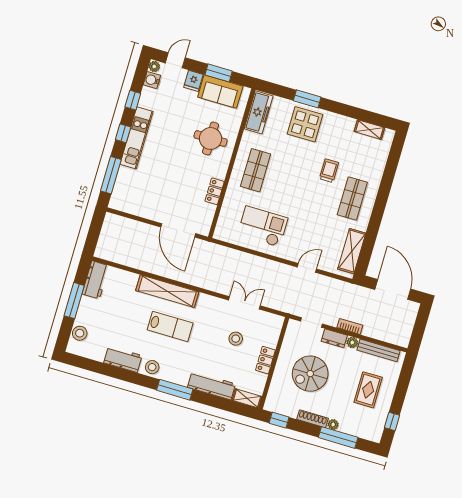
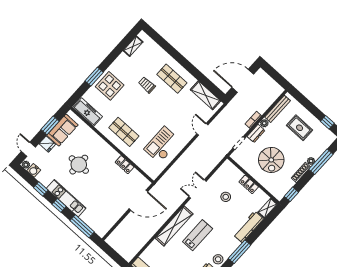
round table: (211, 138) -> (79, 165), moved
double door: (244, 303) -> (198, 189), moved

